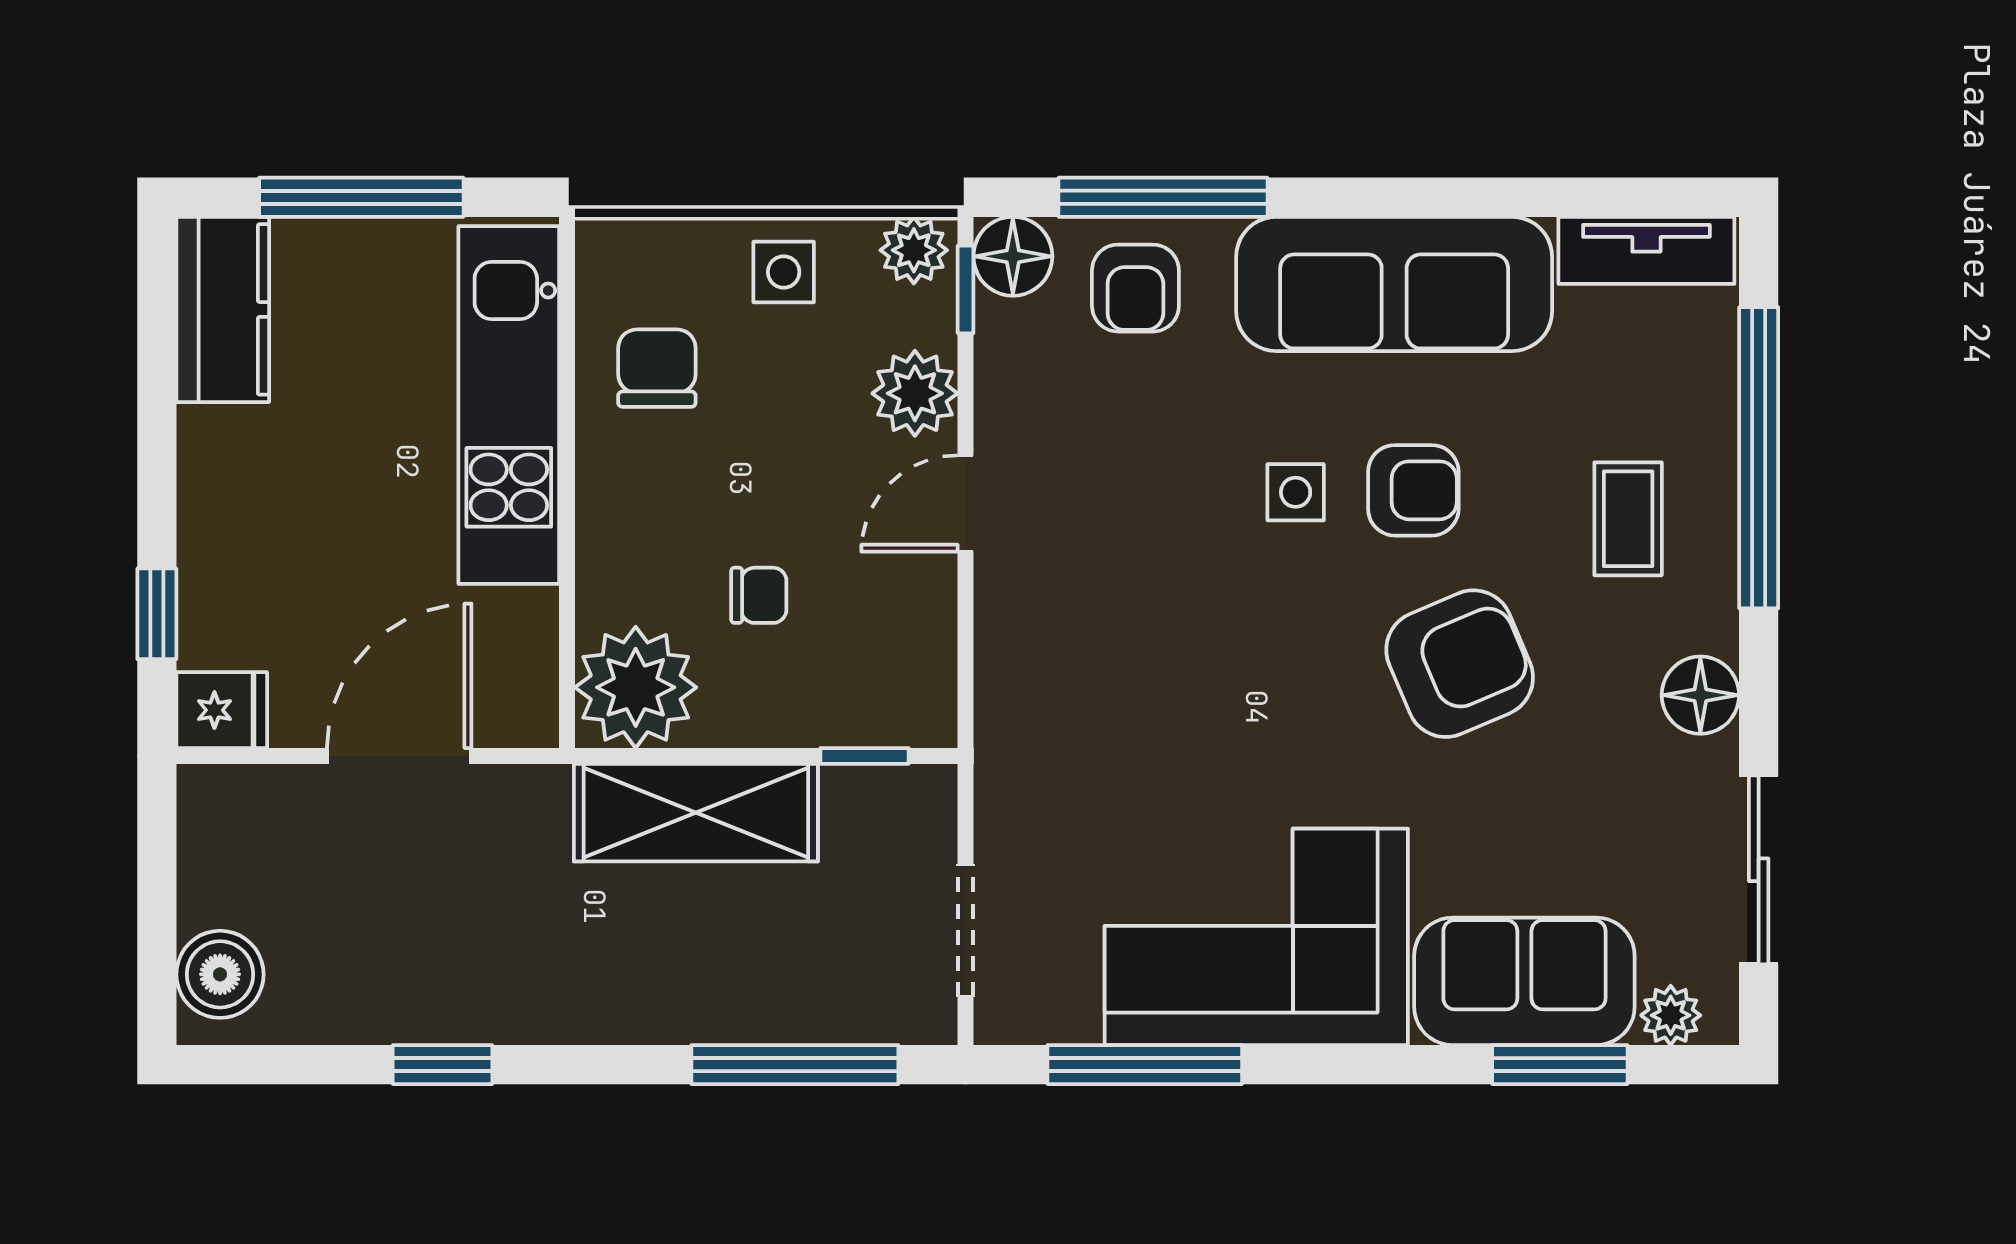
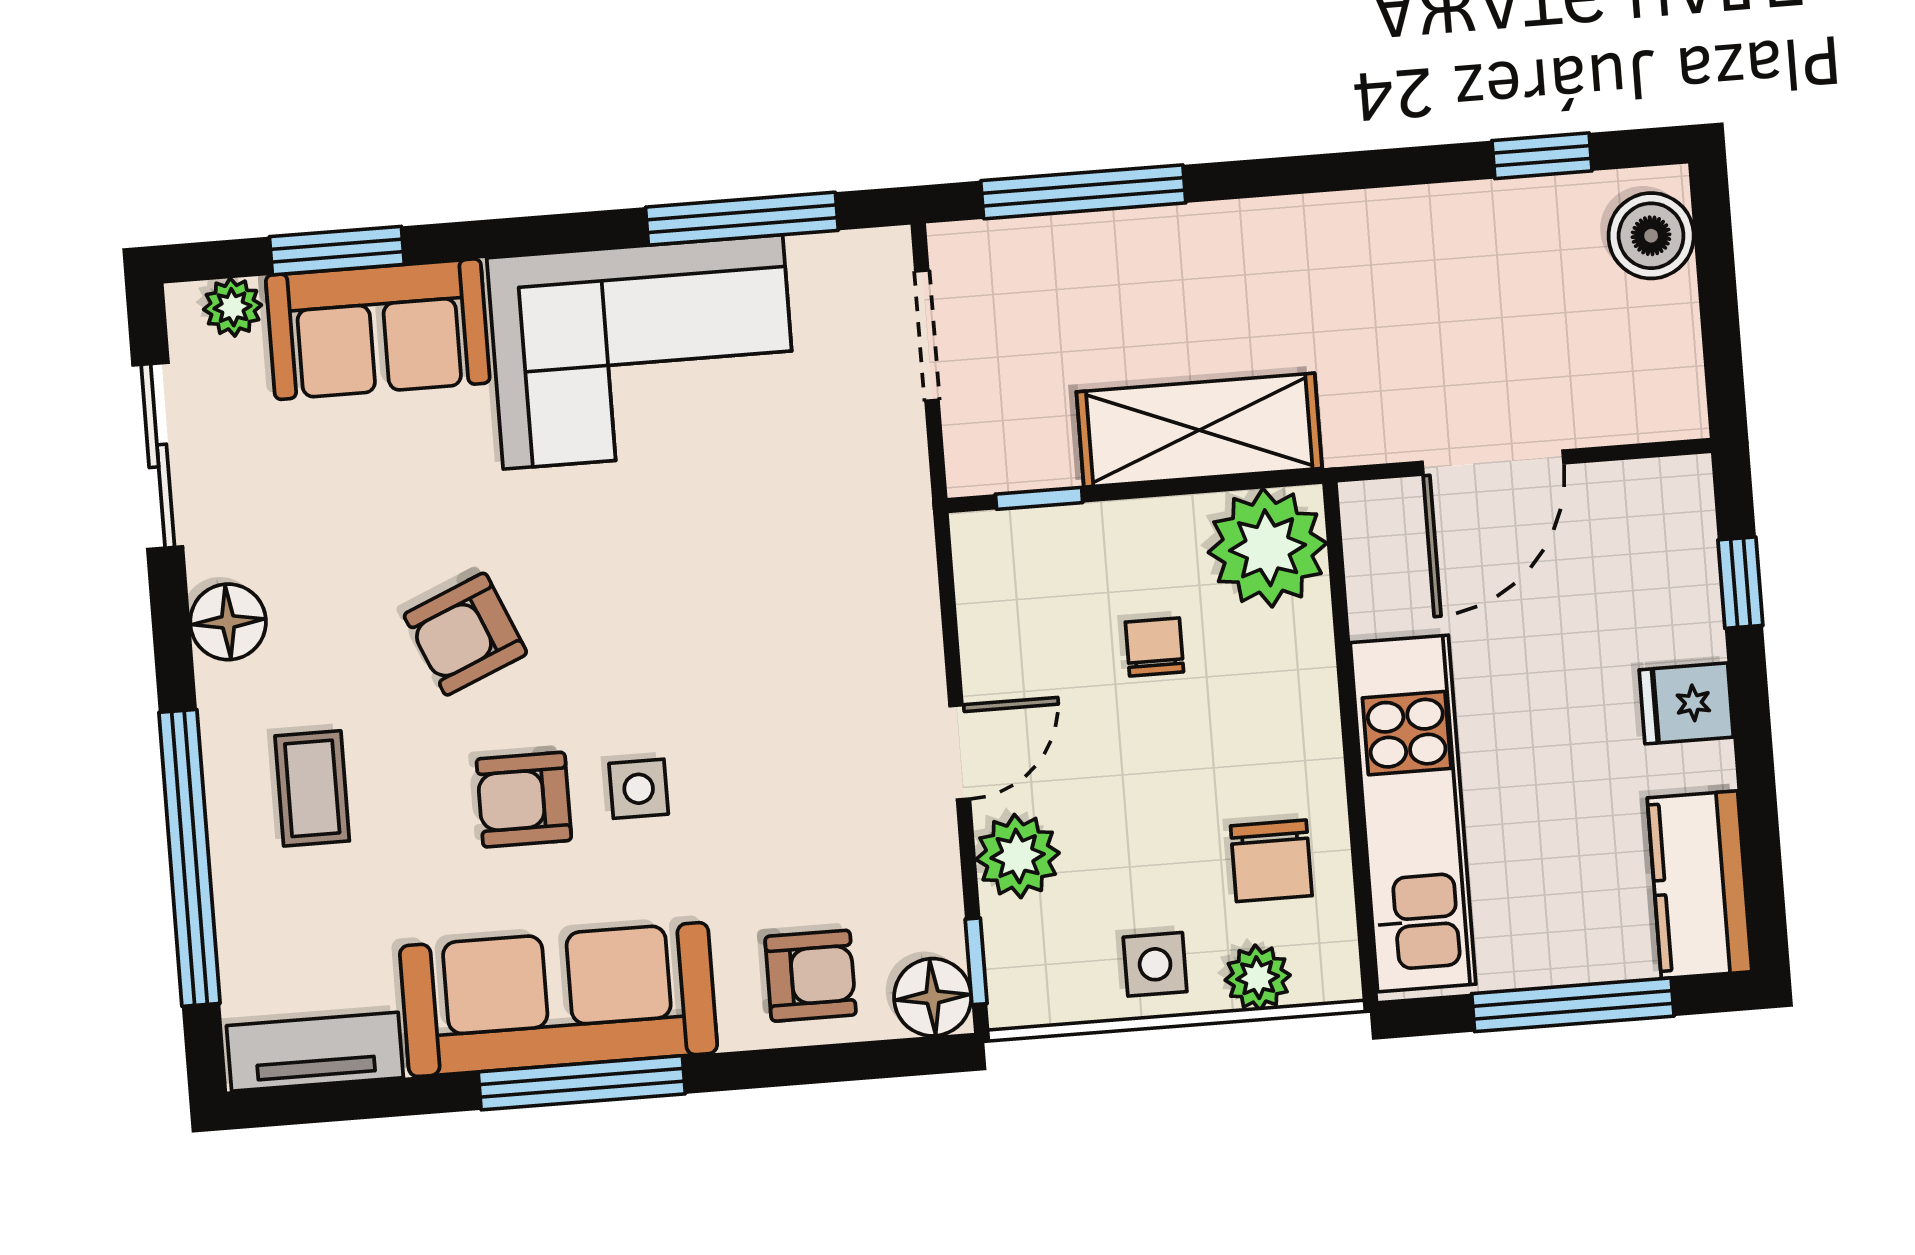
window: (1163, 197) -> (582, 1083), moved
plant: (914, 250) -> (1258, 978), moved
armchair: (1135, 288) -> (811, 976), turned 90
chair: (759, 595) -> (1154, 647), turned 90
armchair: (1460, 664) -> (465, 634), width x0.72, depth x0.72
fridge: (222, 710) -> (1686, 703), moved
window: (443, 1065) -> (1542, 156), moved

